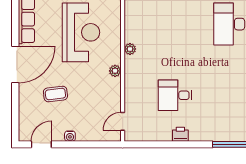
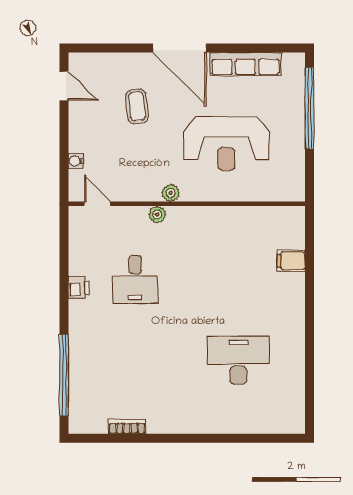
plant: (130, 49) -> (157, 214), moved
desk: (175, 95) -> (135, 280), turned 180
water cooler: (70, 136) -> (76, 161), moved

